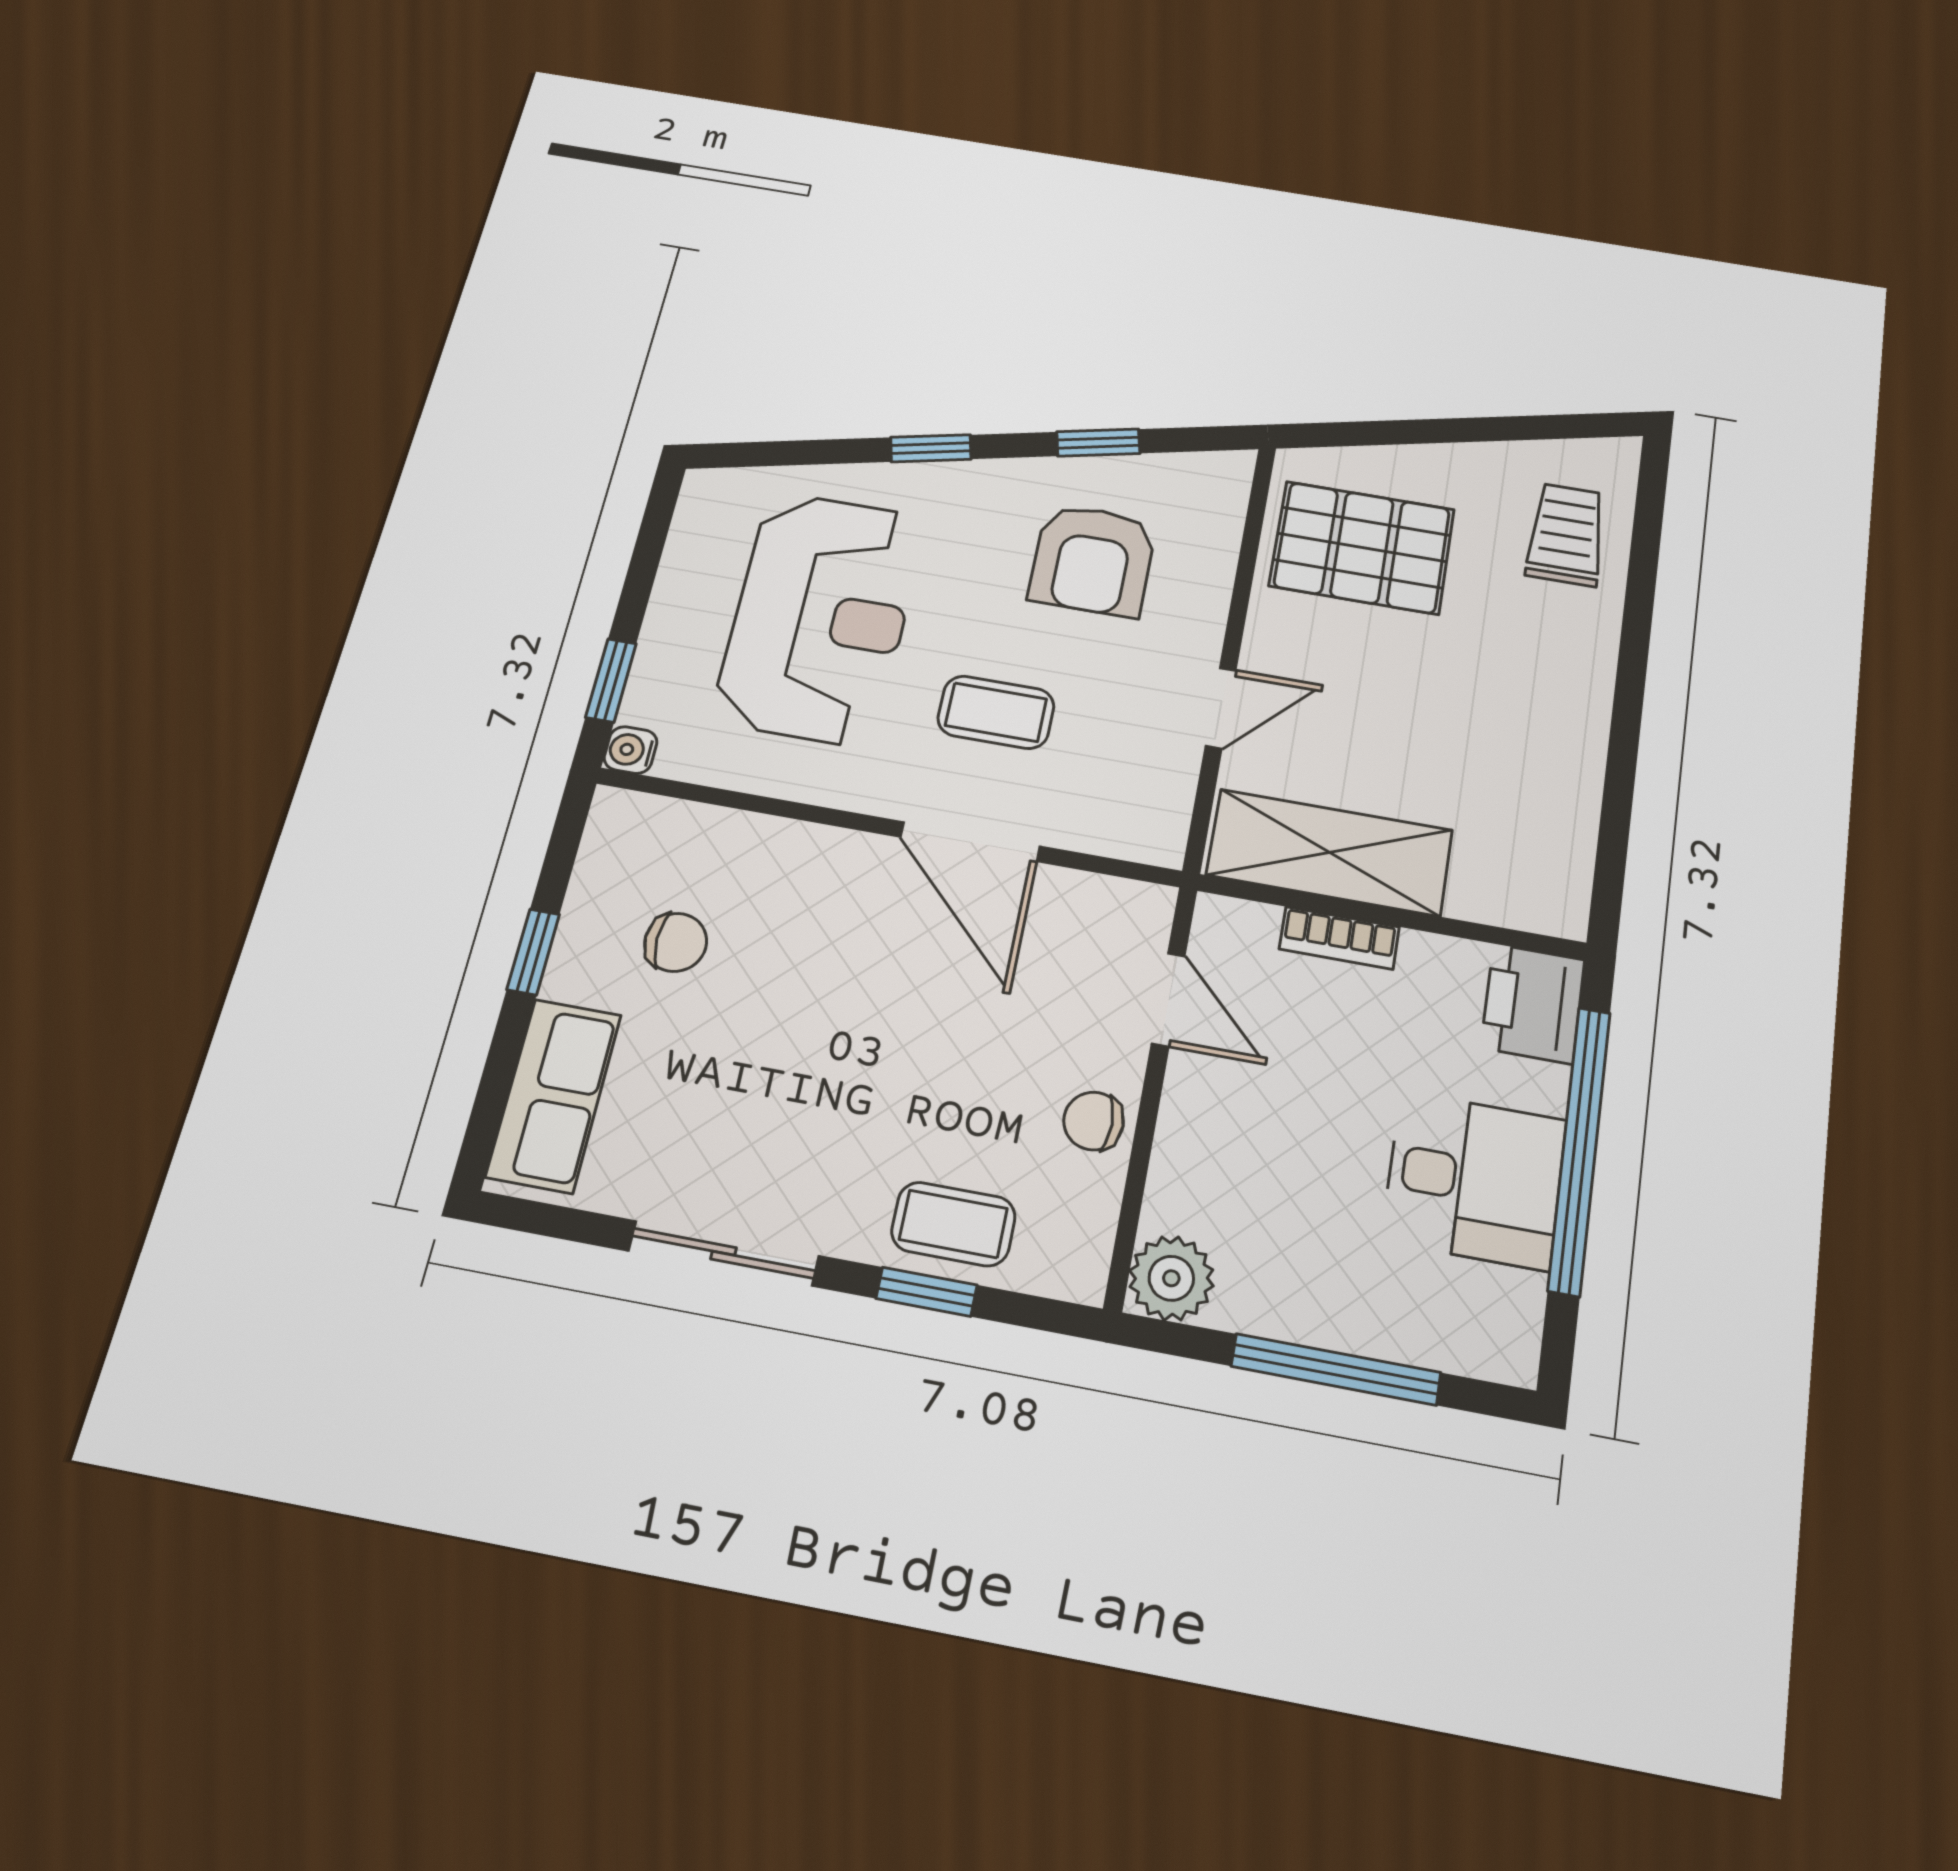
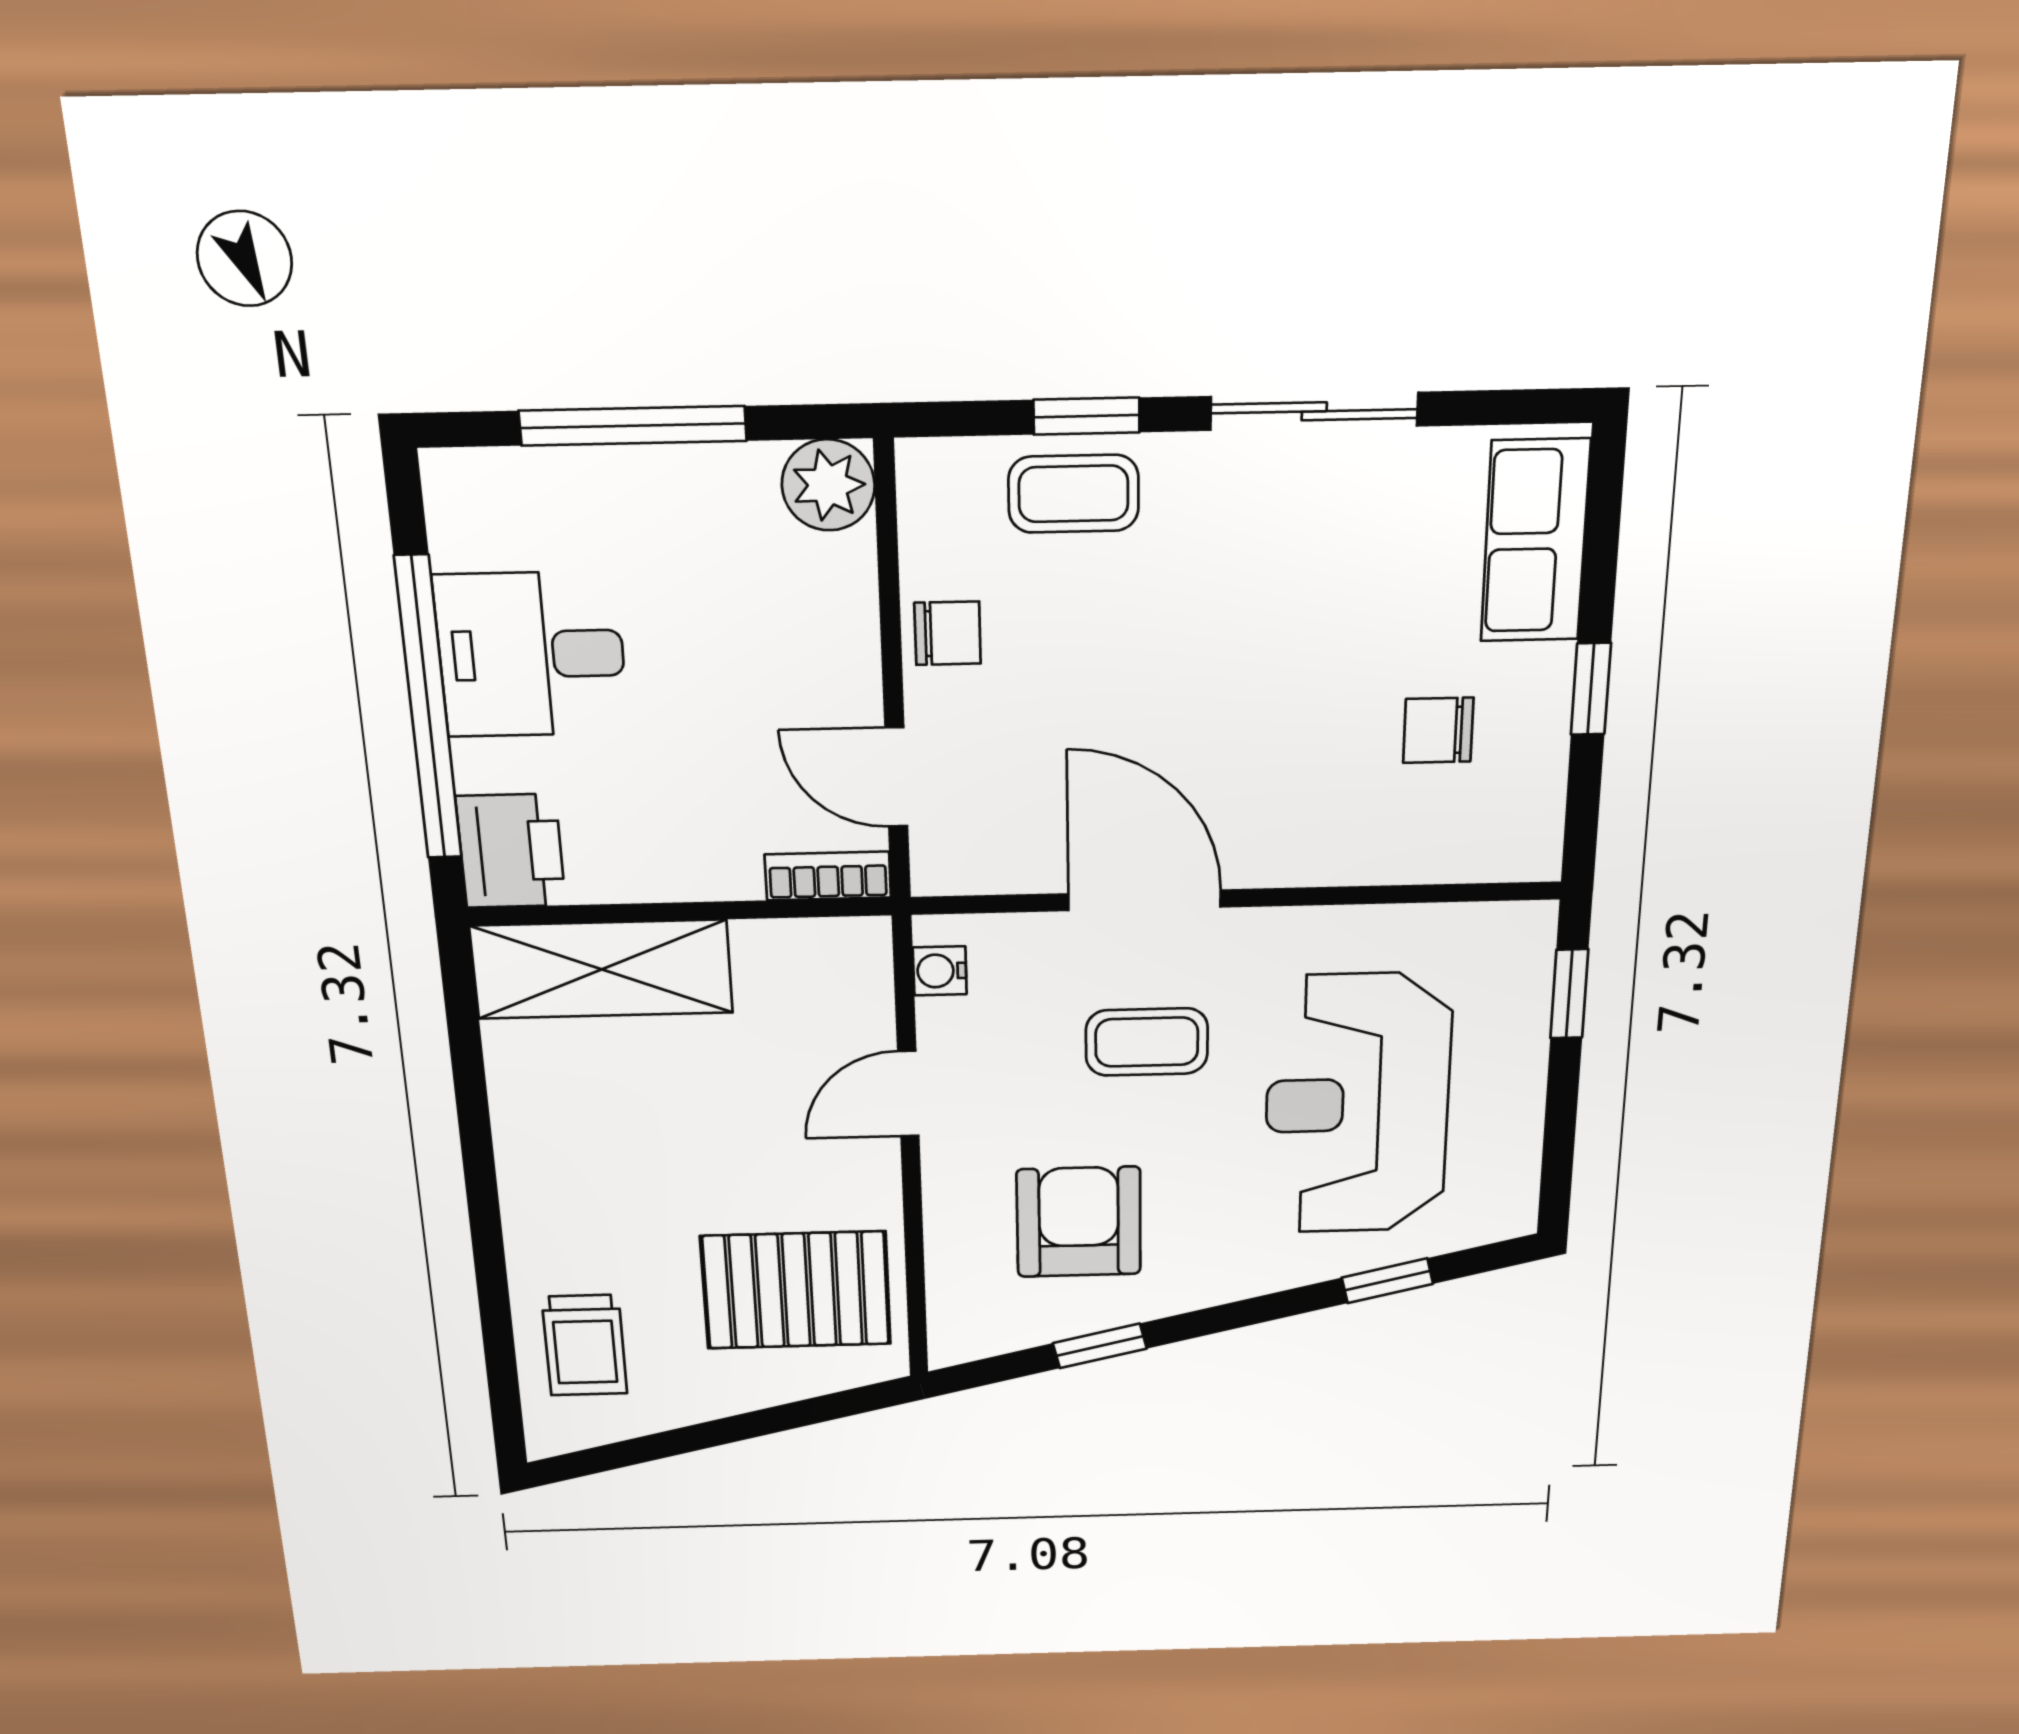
window: (931, 448) -> (1387, 1281), moved
water cooler: (630, 750) -> (940, 971), moved, turned 180
shelving: (1329, 852) -> (602, 969), moved
bookcase: (1339, 938) -> (828, 876), moved

